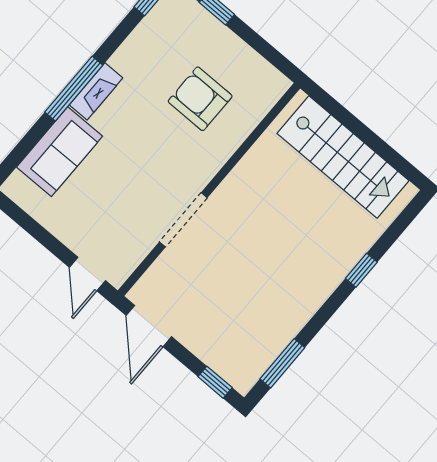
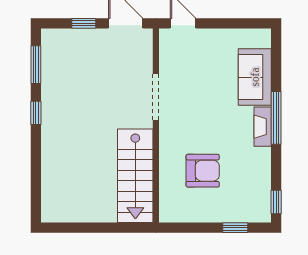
stairs: (343, 157) -> (135, 176), moved, turned -90
window: (361, 270) -> (36, 113), moved
window: (215, 382) -> (84, 23), moved

